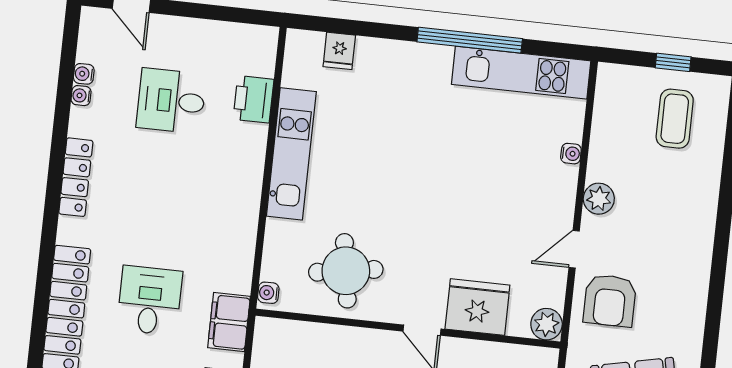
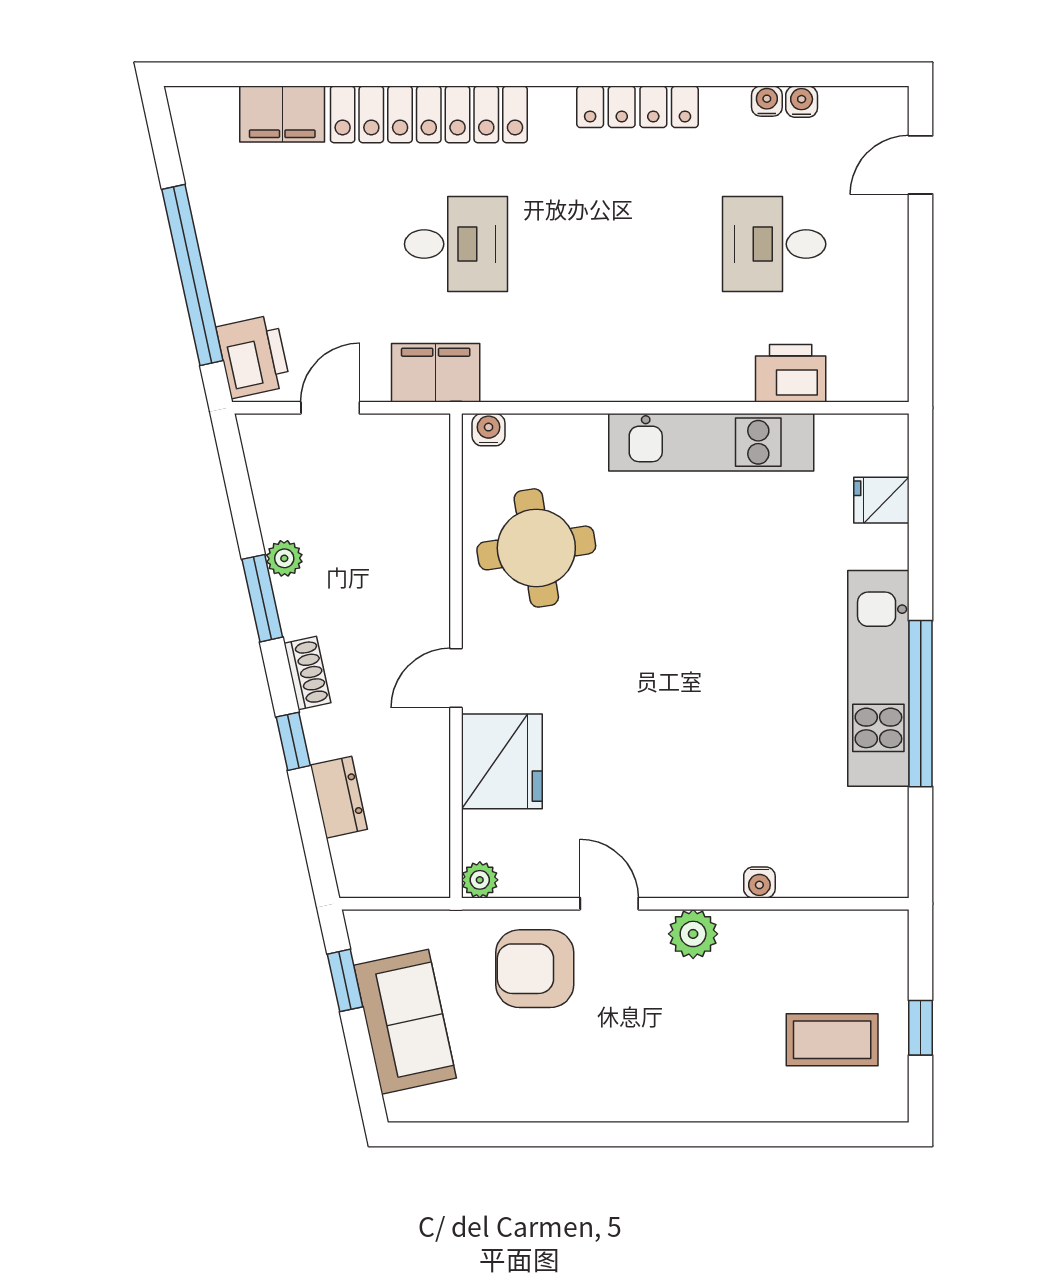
kitchen unit: (521, 73) -> (878, 678), moved
desk: (171, 101) -> (774, 244), turned -90
plant: (547, 324) -> (480, 880), width x0.73, depth x0.73

